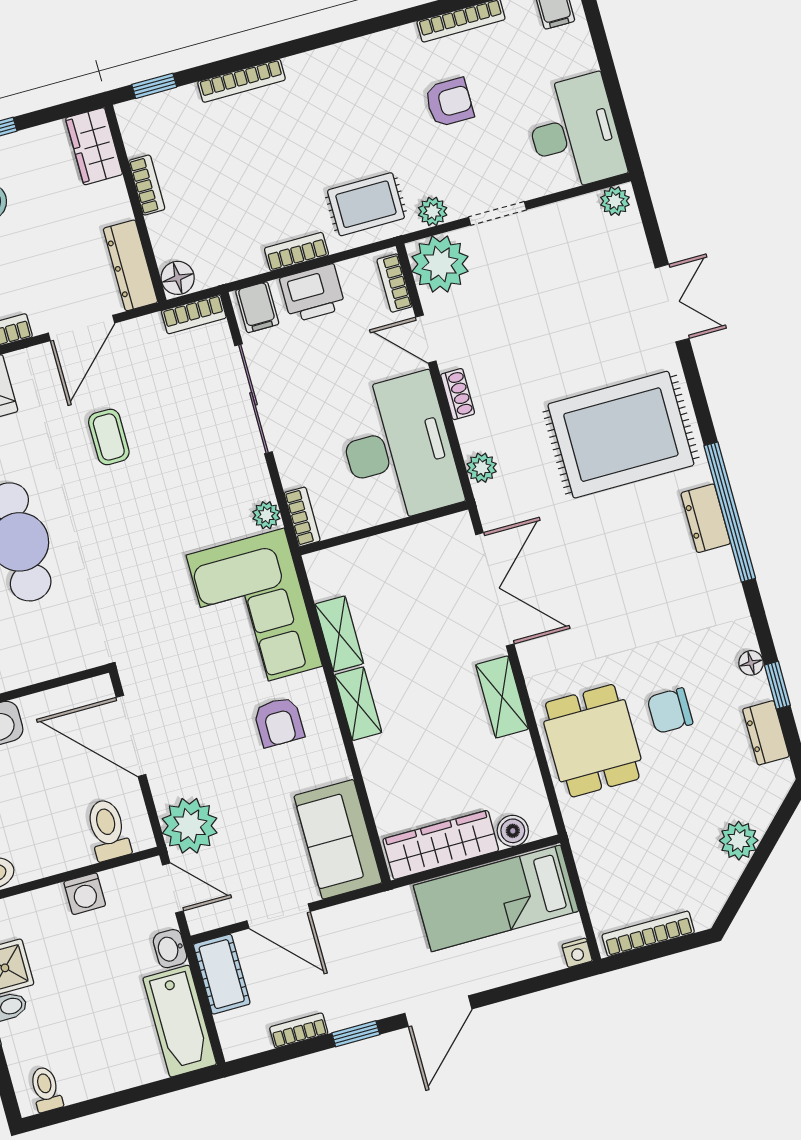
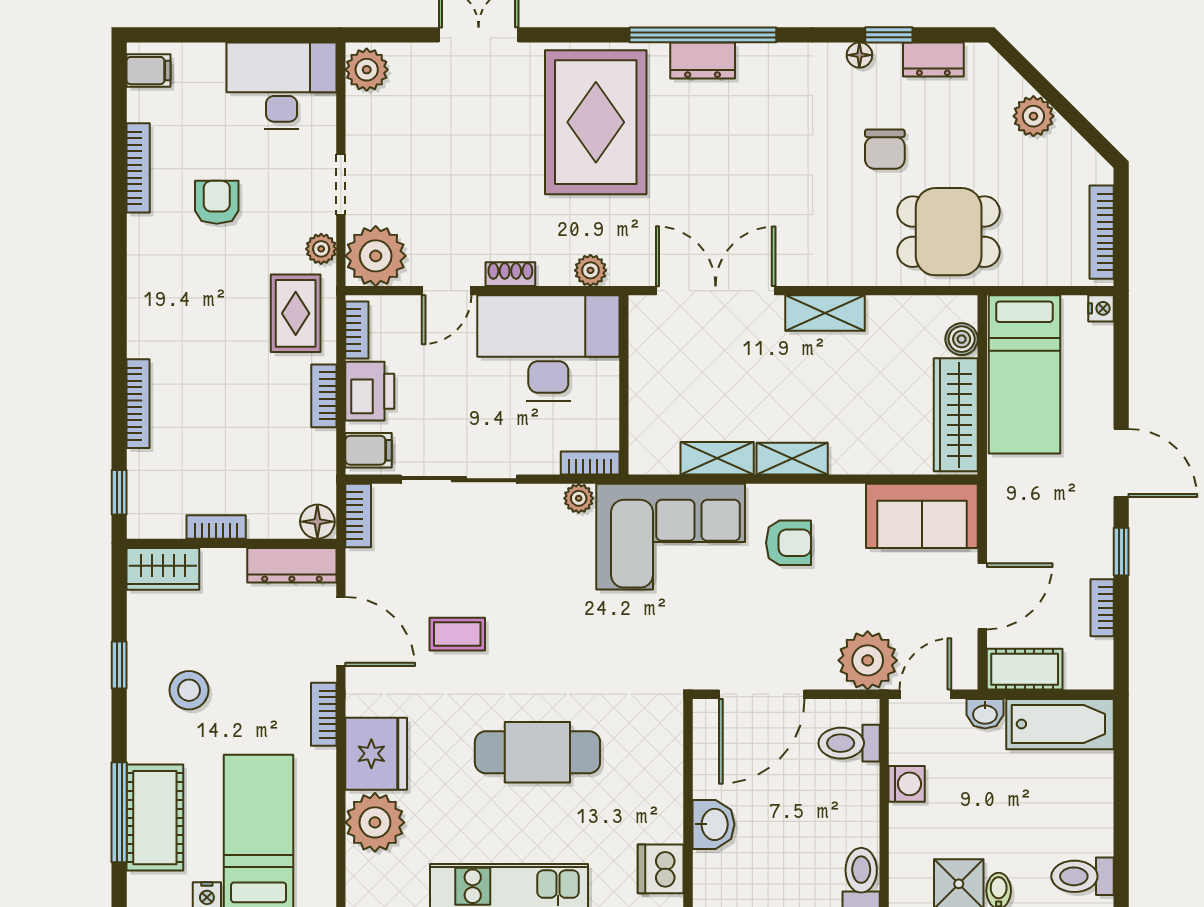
plant: (615, 201) -> (367, 70), width x1.38, depth x1.38
bookcase: (394, 283) -> (357, 330), moved, turned -90
dining table: (592, 741) -> (949, 232), moved
toilet: (46, 1089) -> (1083, 876), width x1.37, depth x1.39

